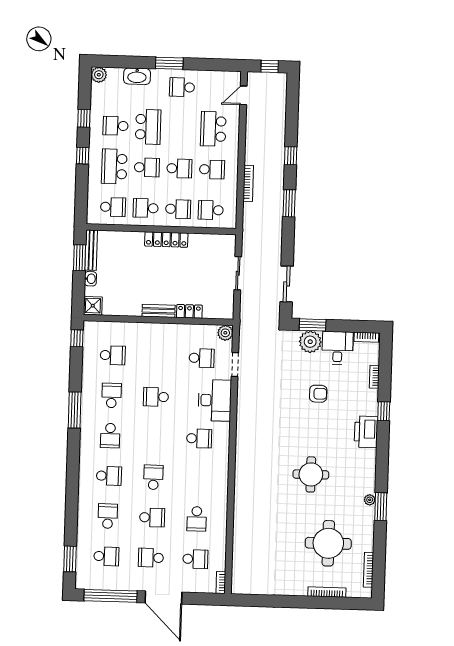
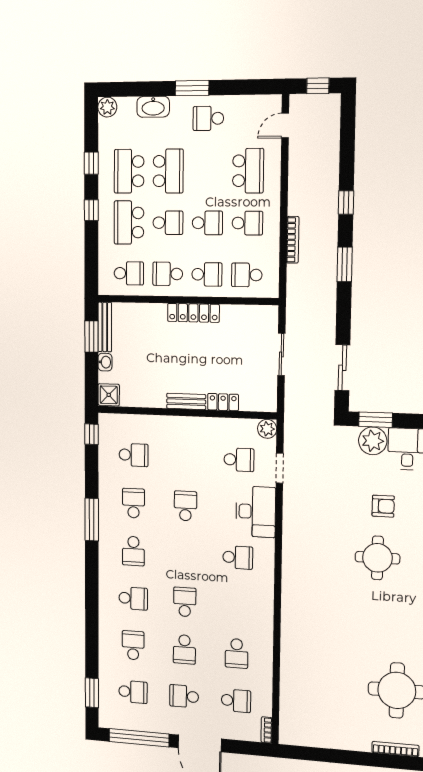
school desk: (116, 126) -> (129, 171), width x1.85
school desk: (213, 129) -> (248, 171), turned 180
school desk: (156, 397) -> (185, 506), turned 90
round table: (311, 474) -> (377, 558), moved
school desk: (152, 517) -> (184, 649), turned 90

